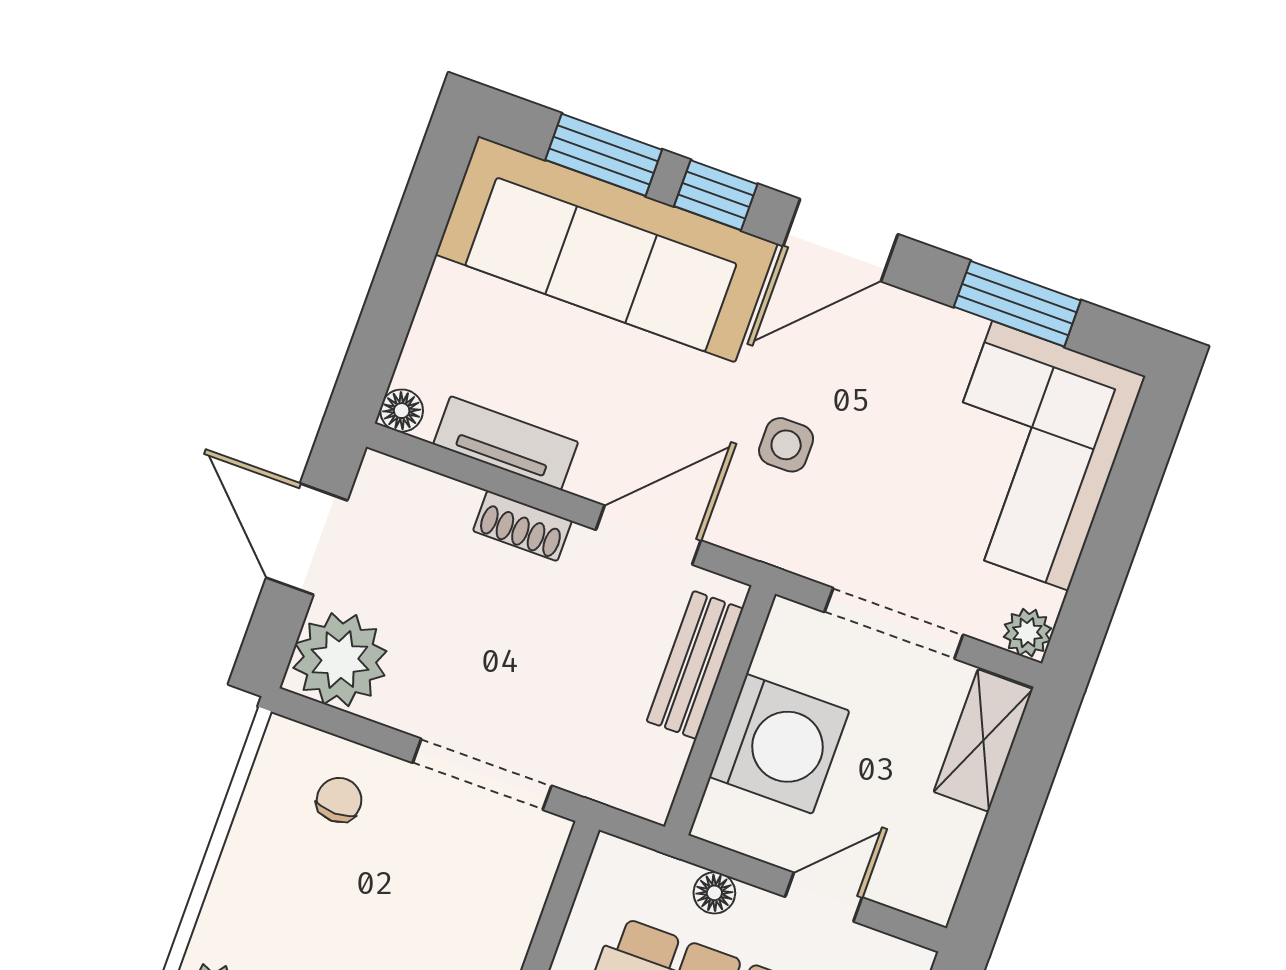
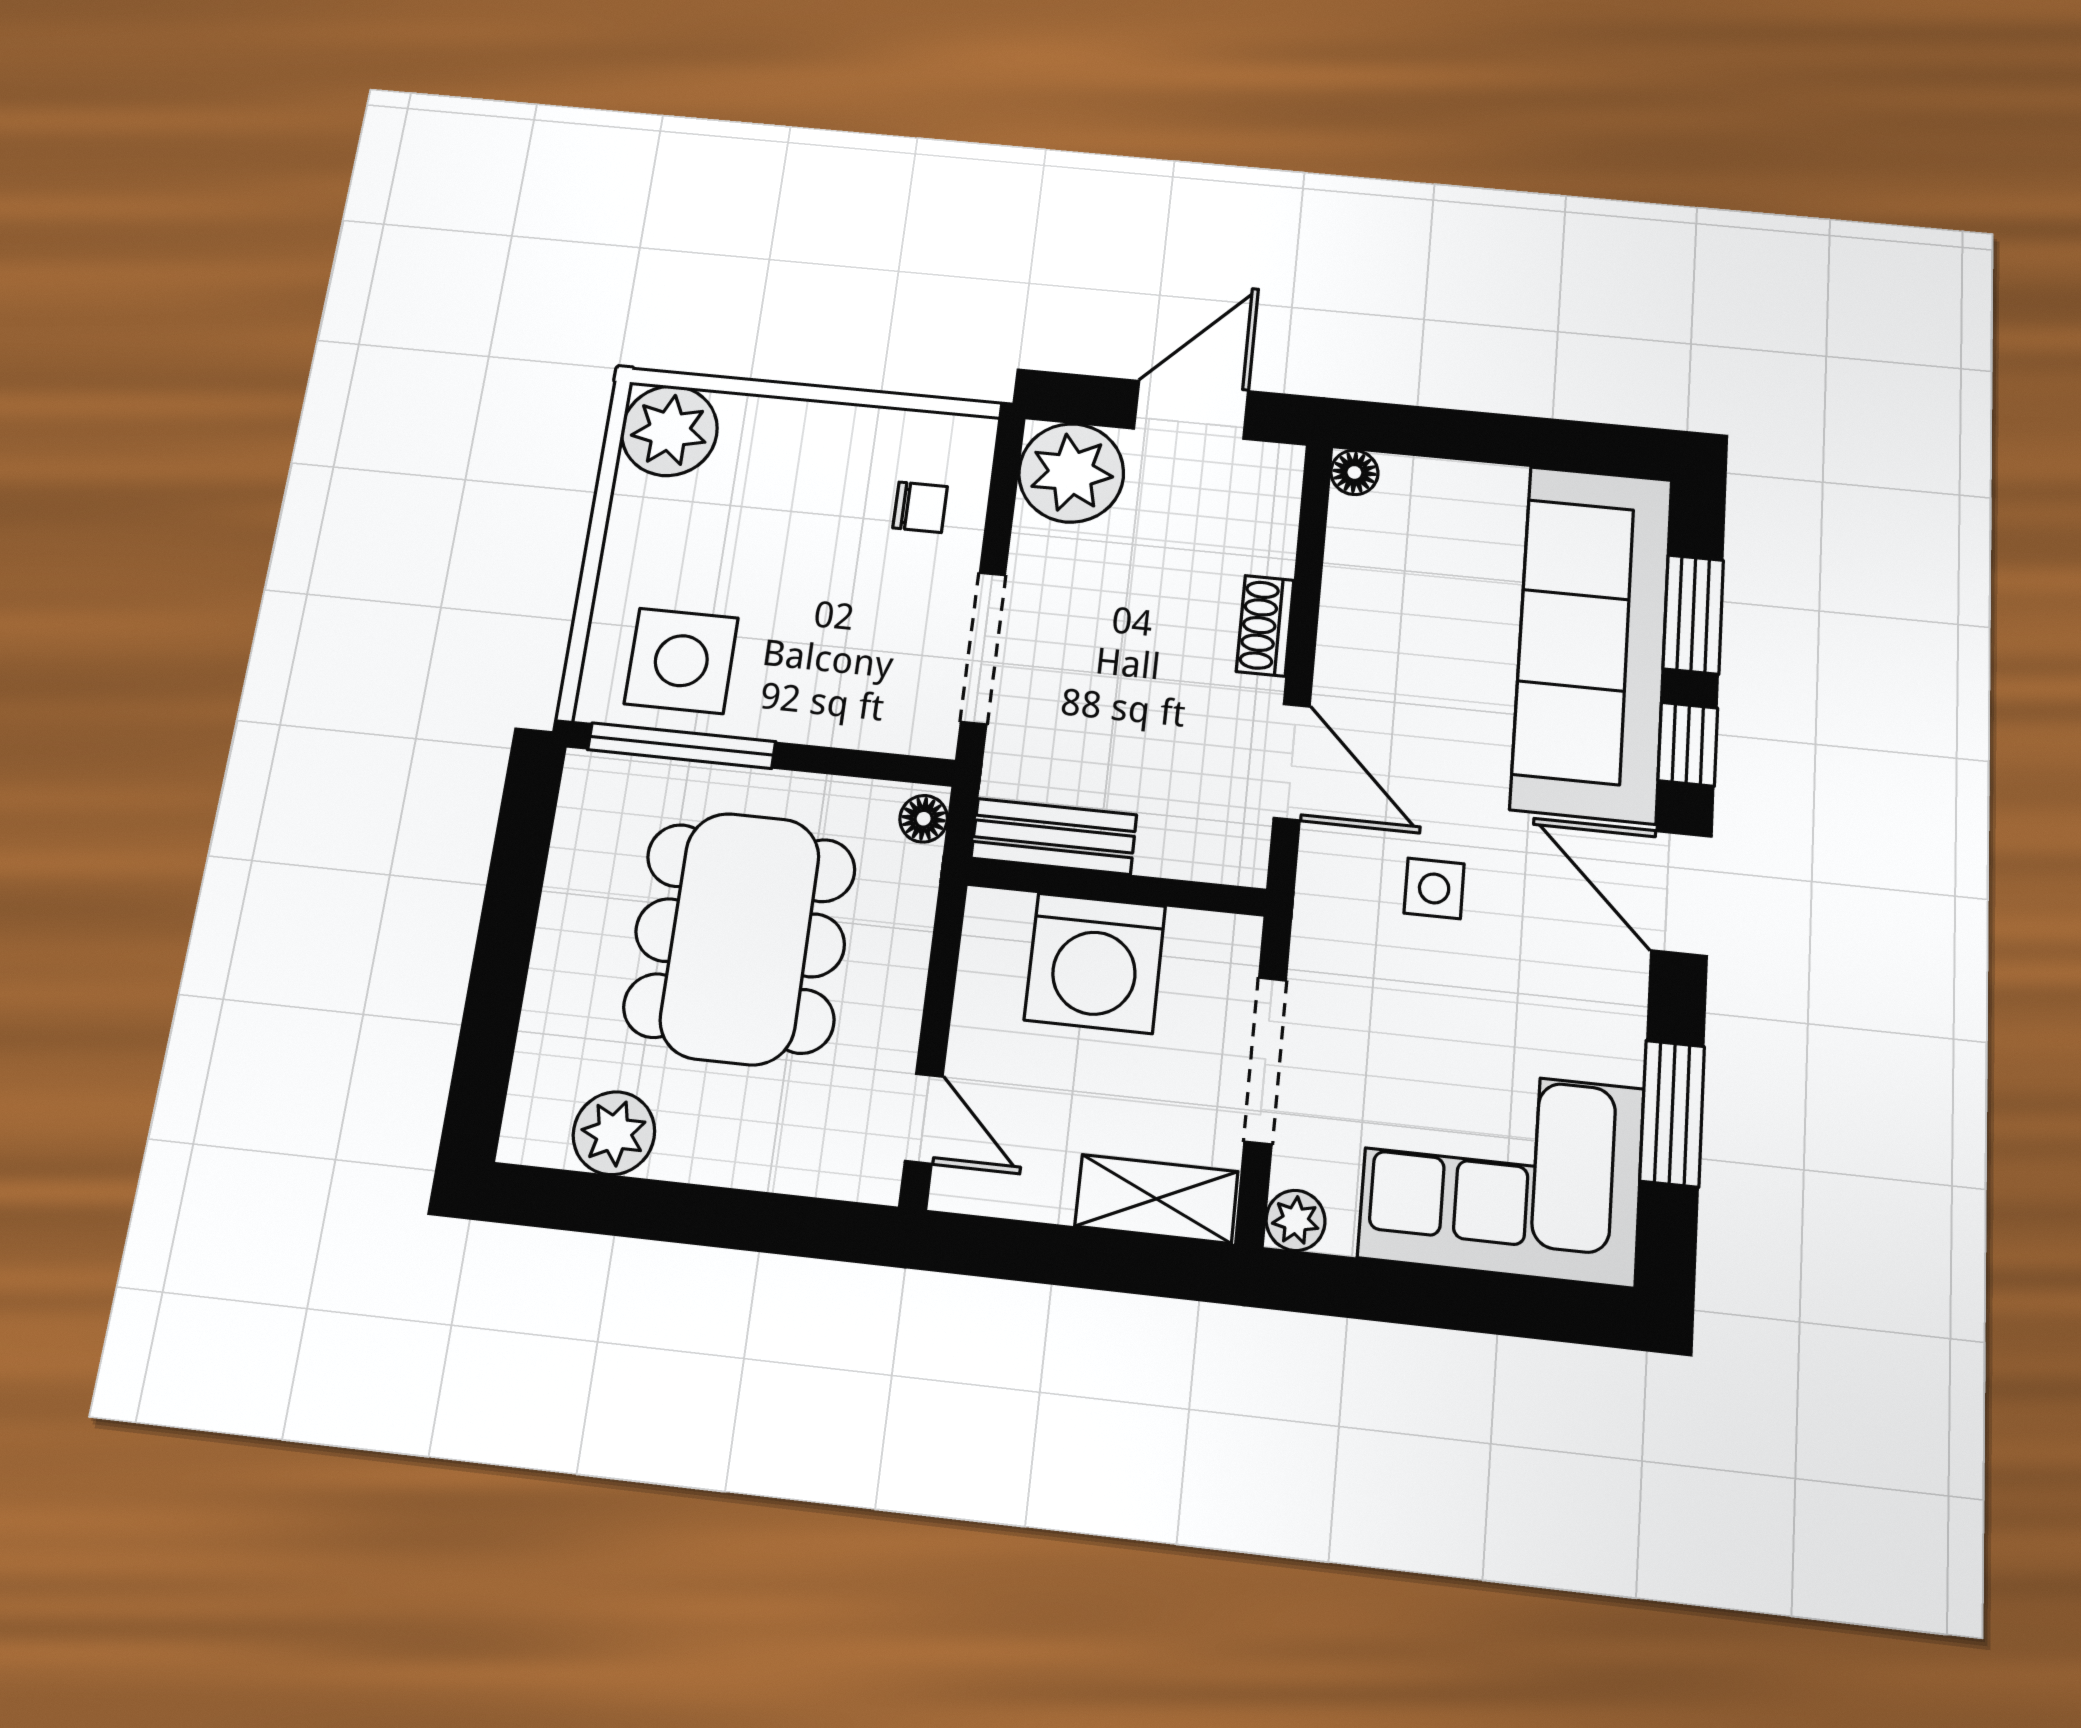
tv unit: (506, 443) -> (1350, 587), removed
bench: (695, 665) -> (1054, 836), moved
floor lamp: (714, 893) -> (924, 819), moved
door: (824, 897) -> (924, 1119), moved

